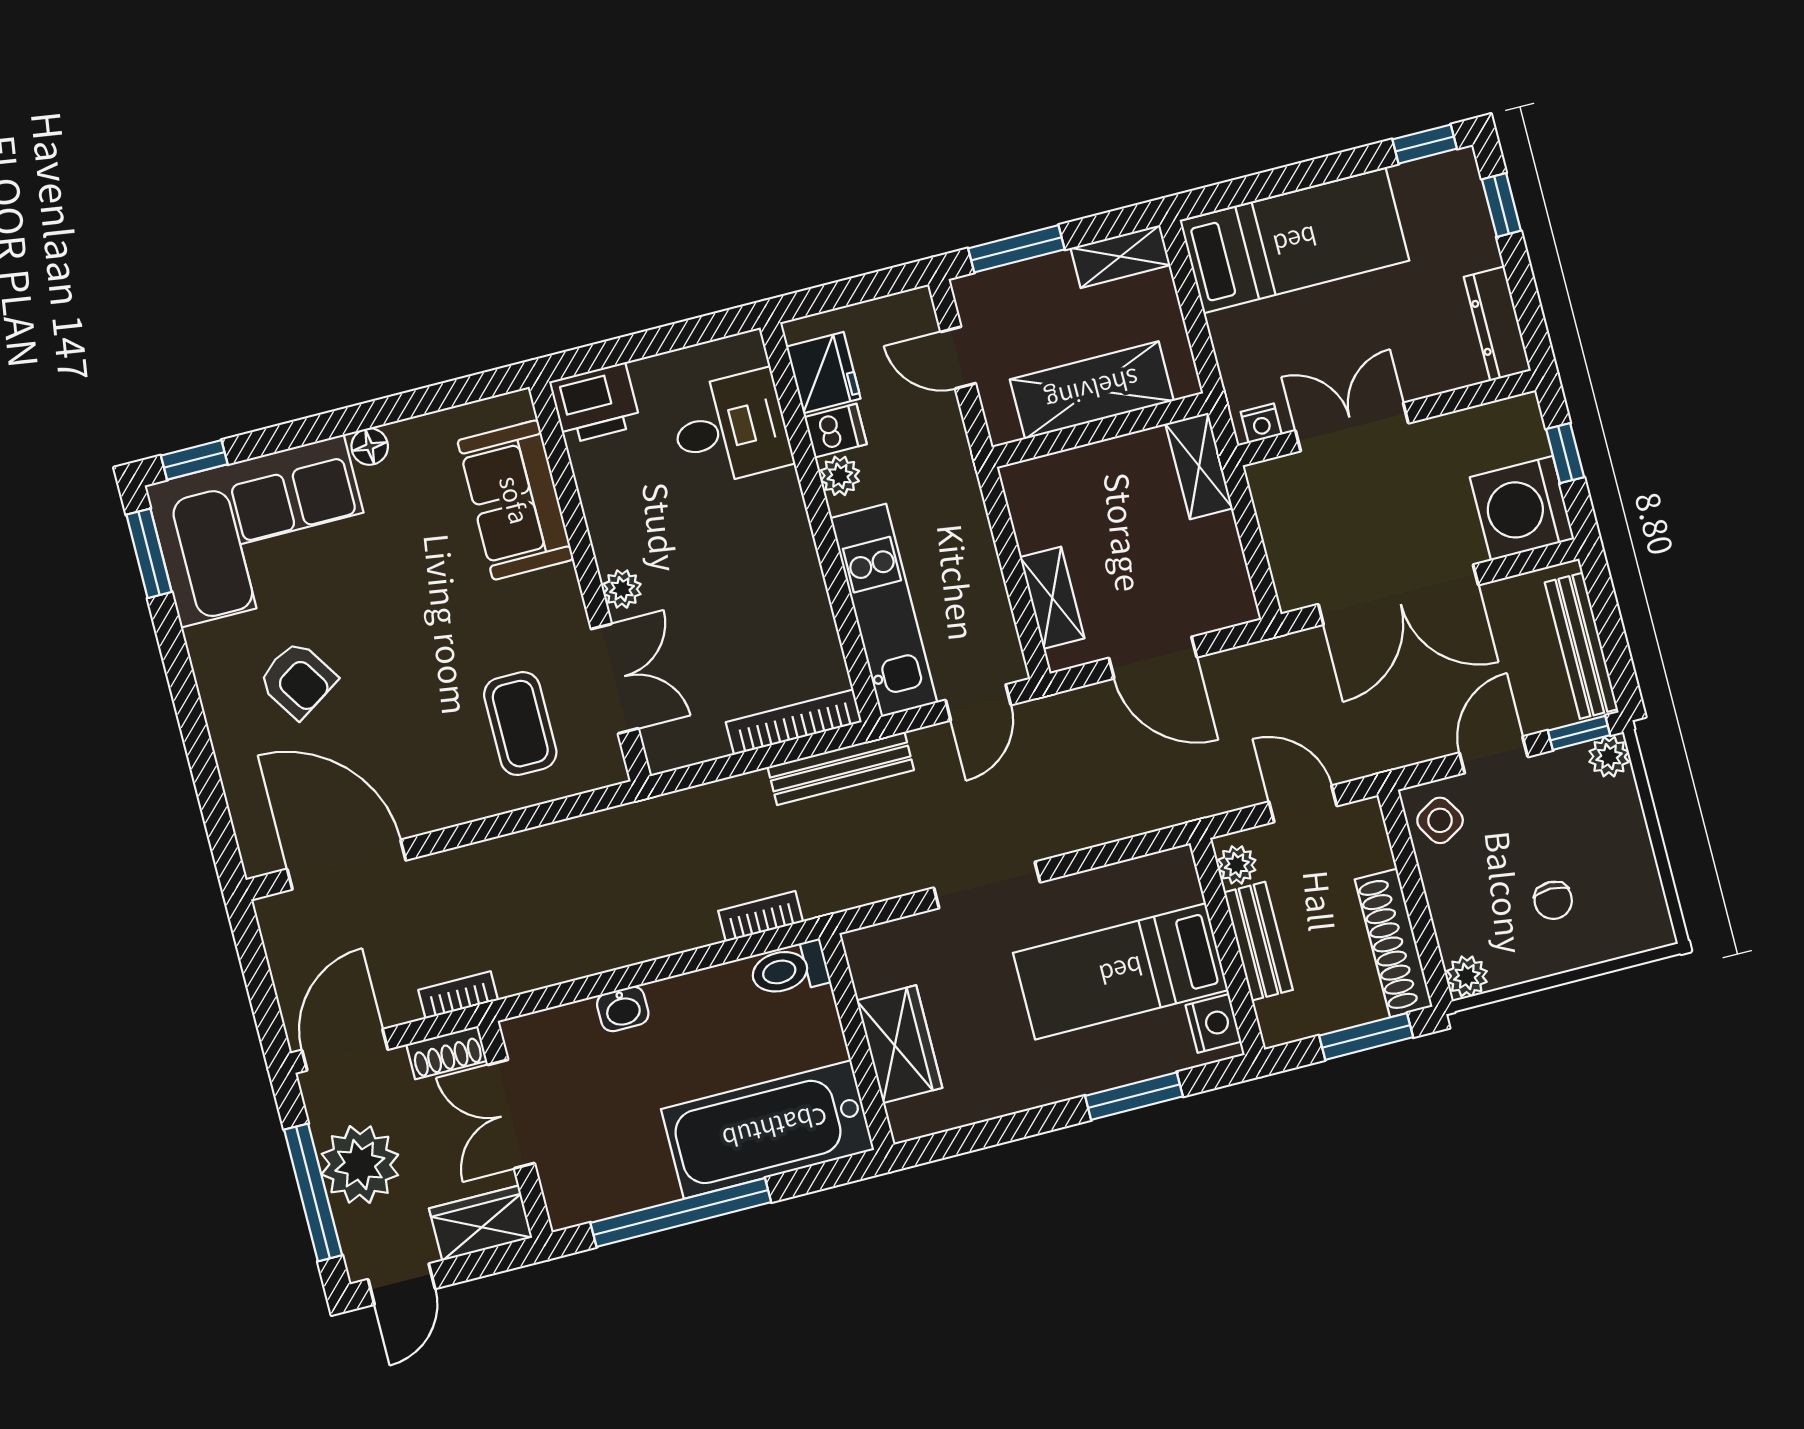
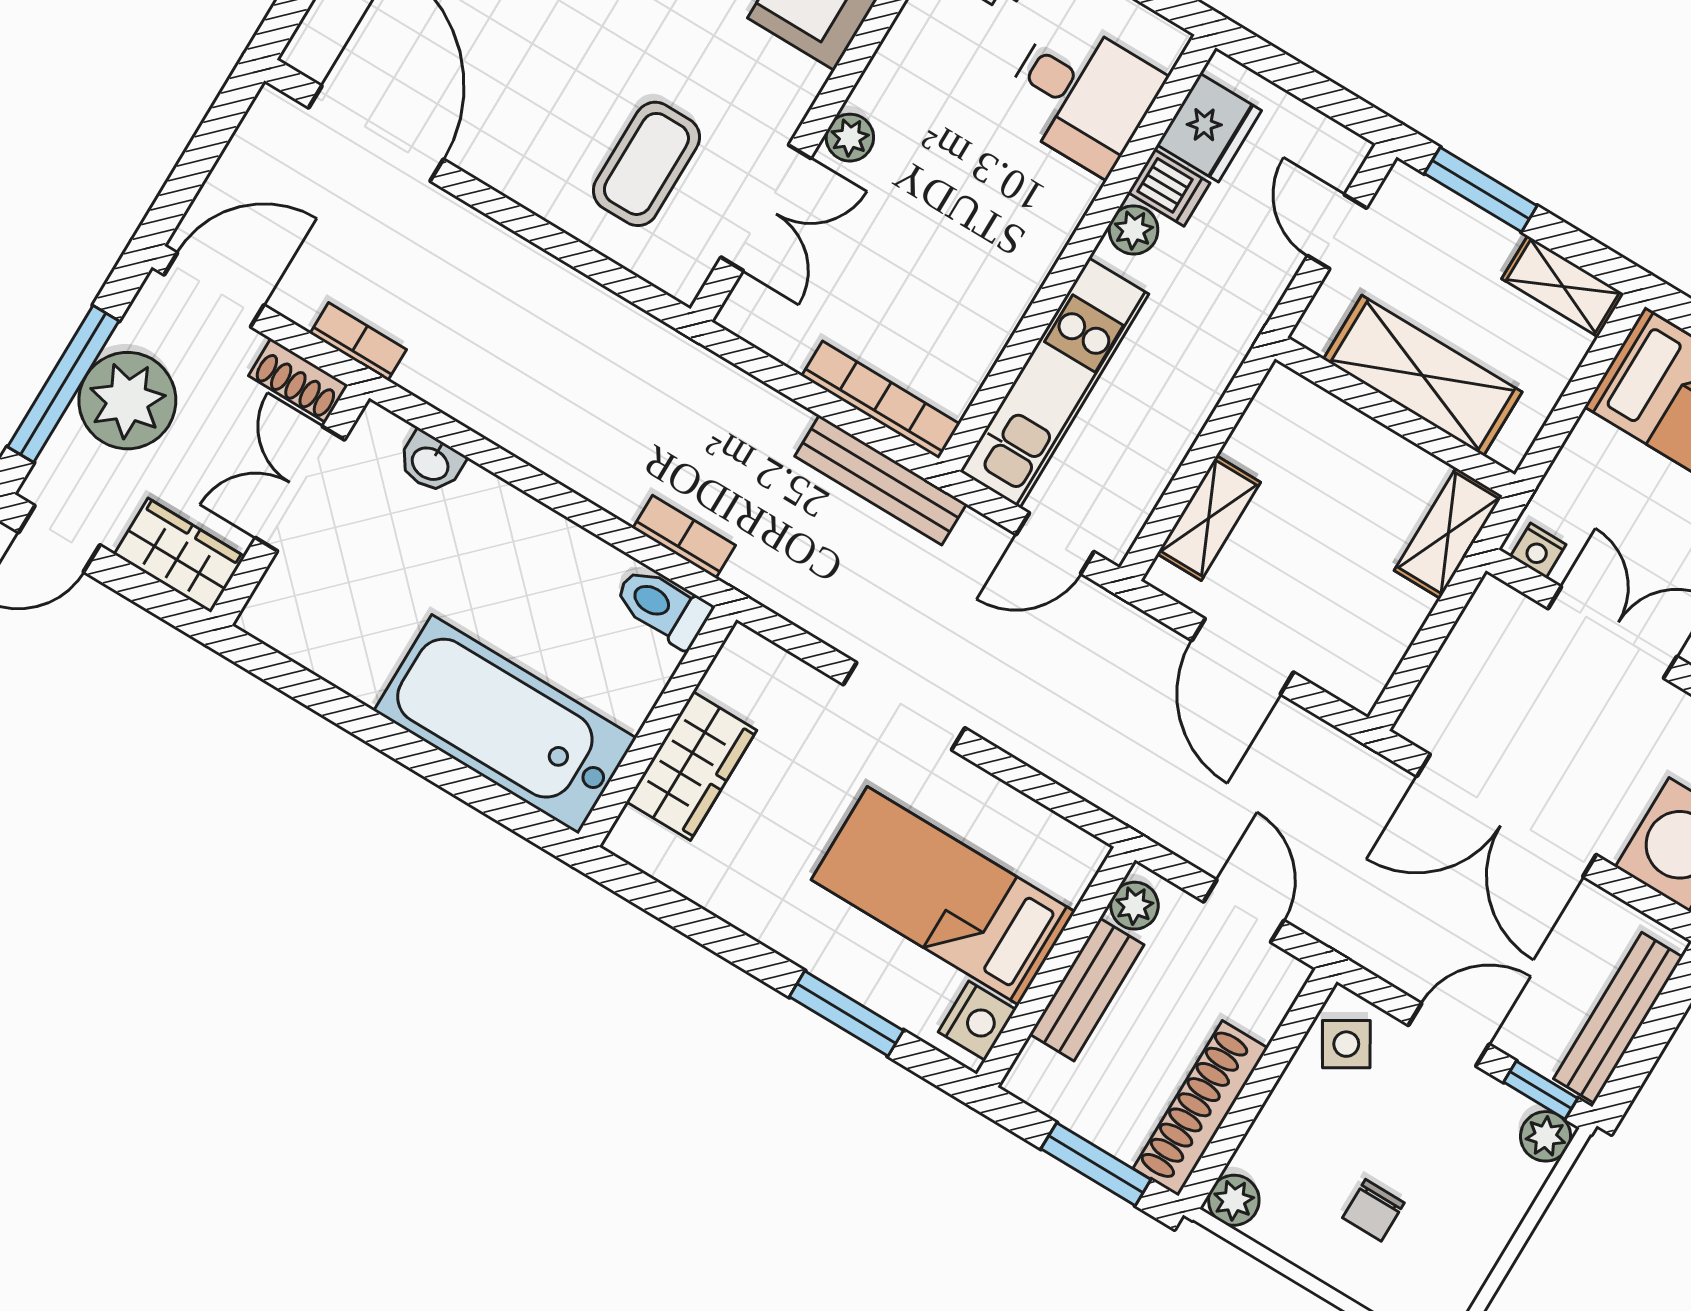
washbasin: (623, 1009) -> (431, 462), moved
window: (681, 1212) -> (359, 720), removed

